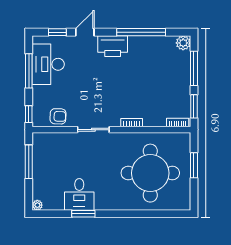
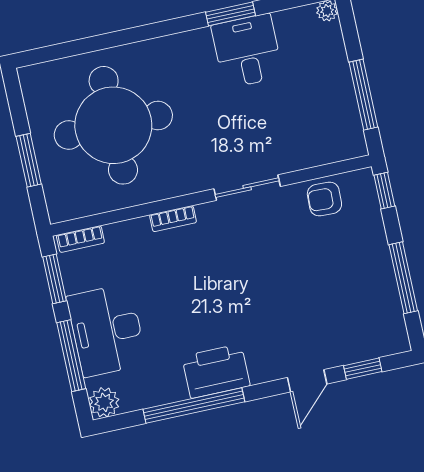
printer: (113, 46) -> (216, 371), moved
desk: (48, 64) -> (107, 330), moved, turned 180

